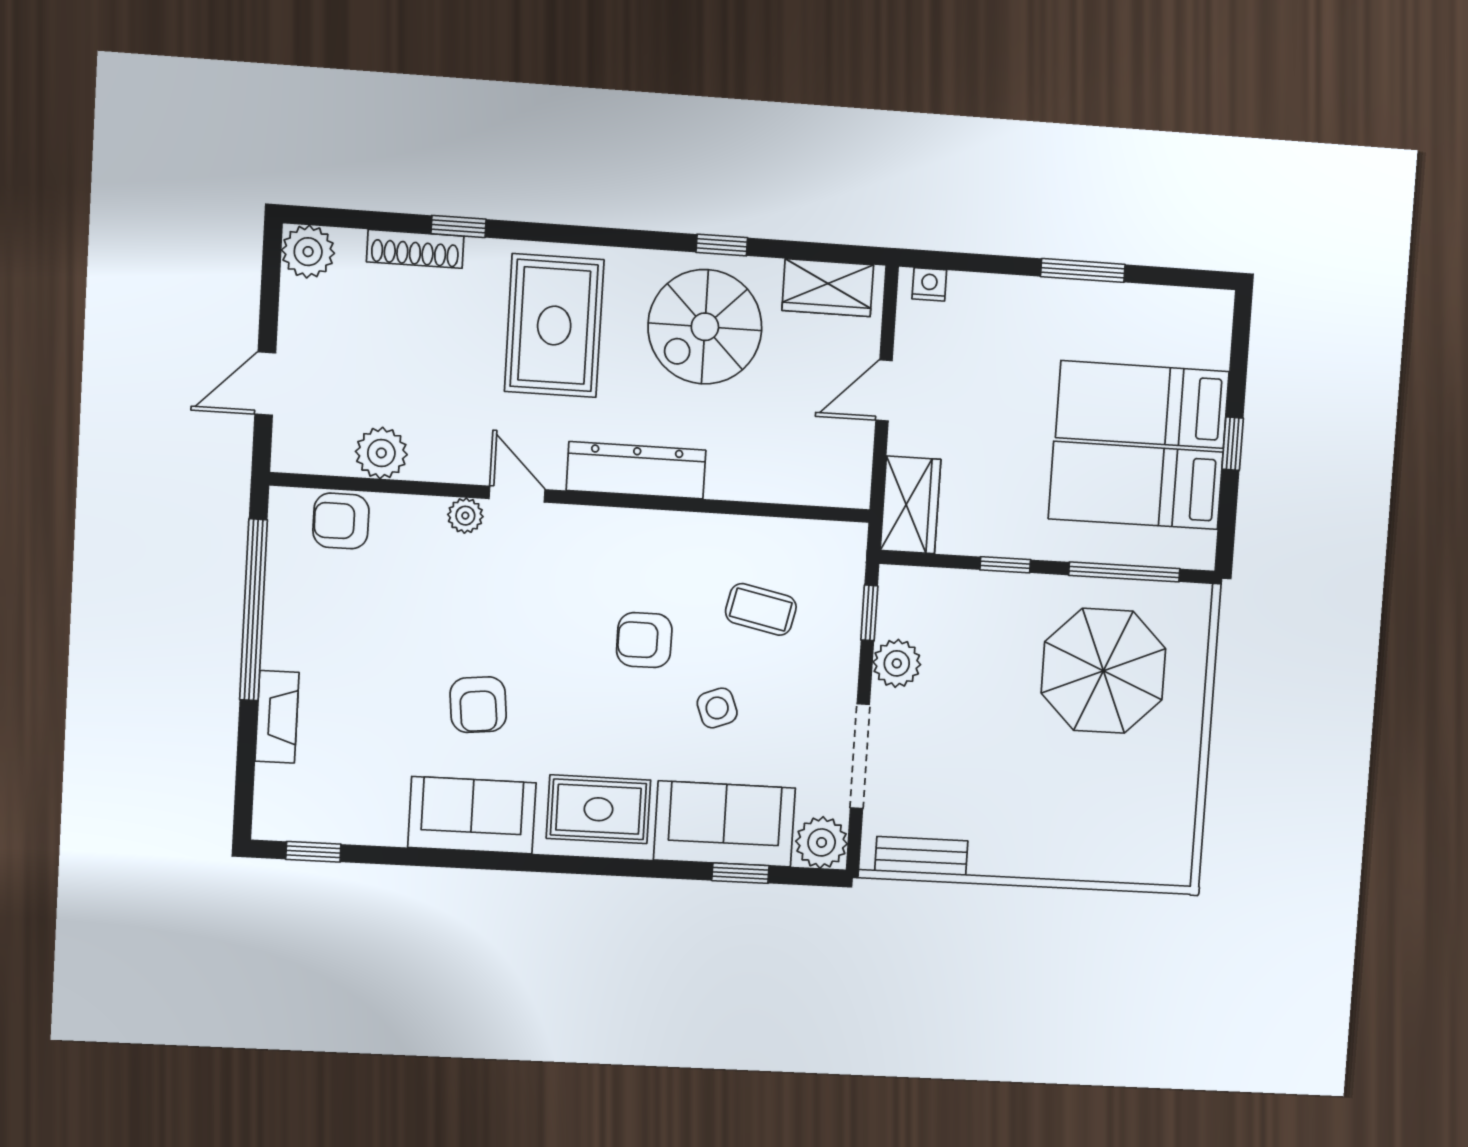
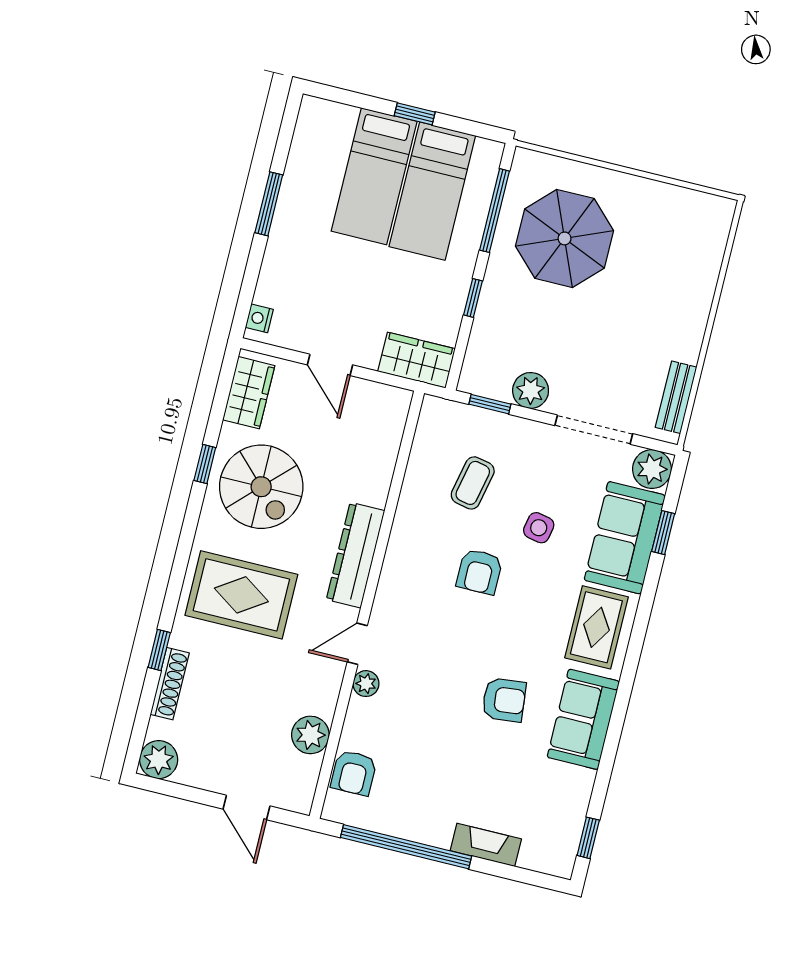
side table: (717, 708) -> (539, 528), turned 32

